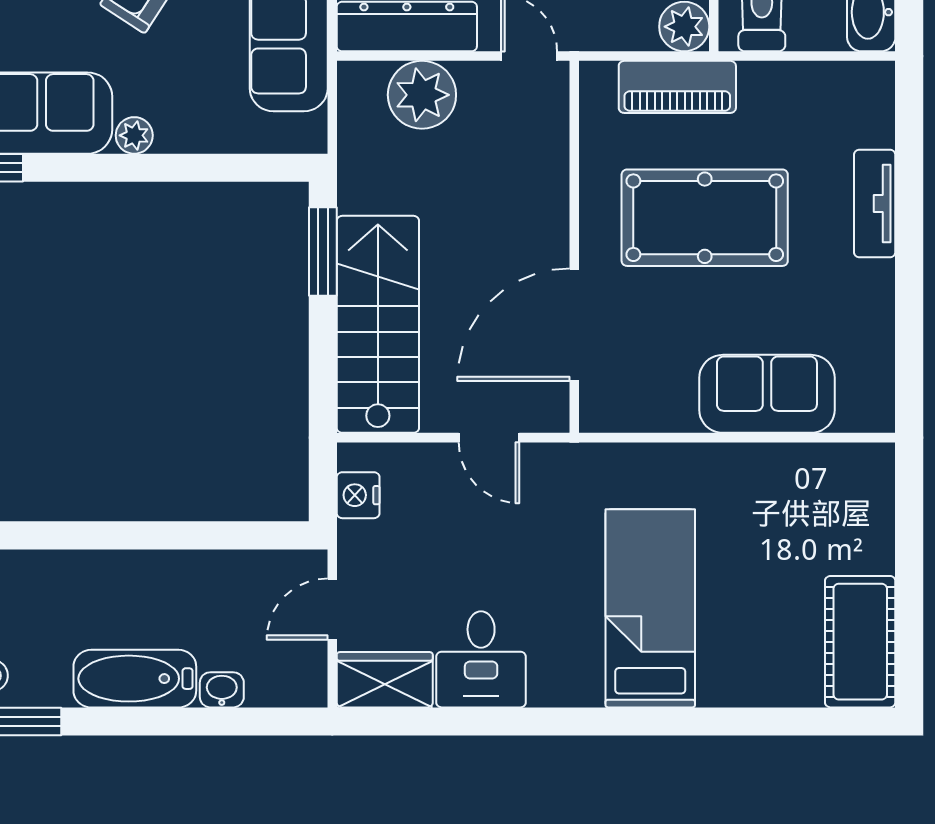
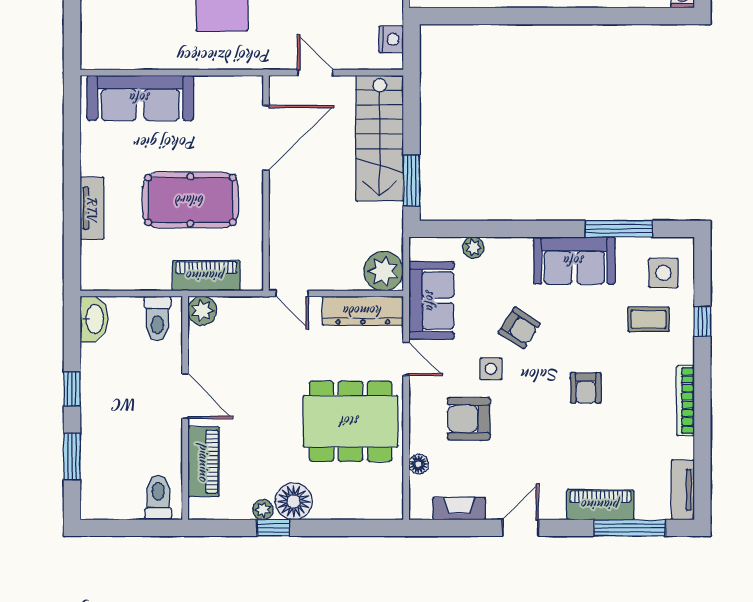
plant: (422, 95) -> (384, 271), moved
plant: (134, 135) -> (473, 248), moved
sofa: (767, 394) -> (140, 98), width x1.36

